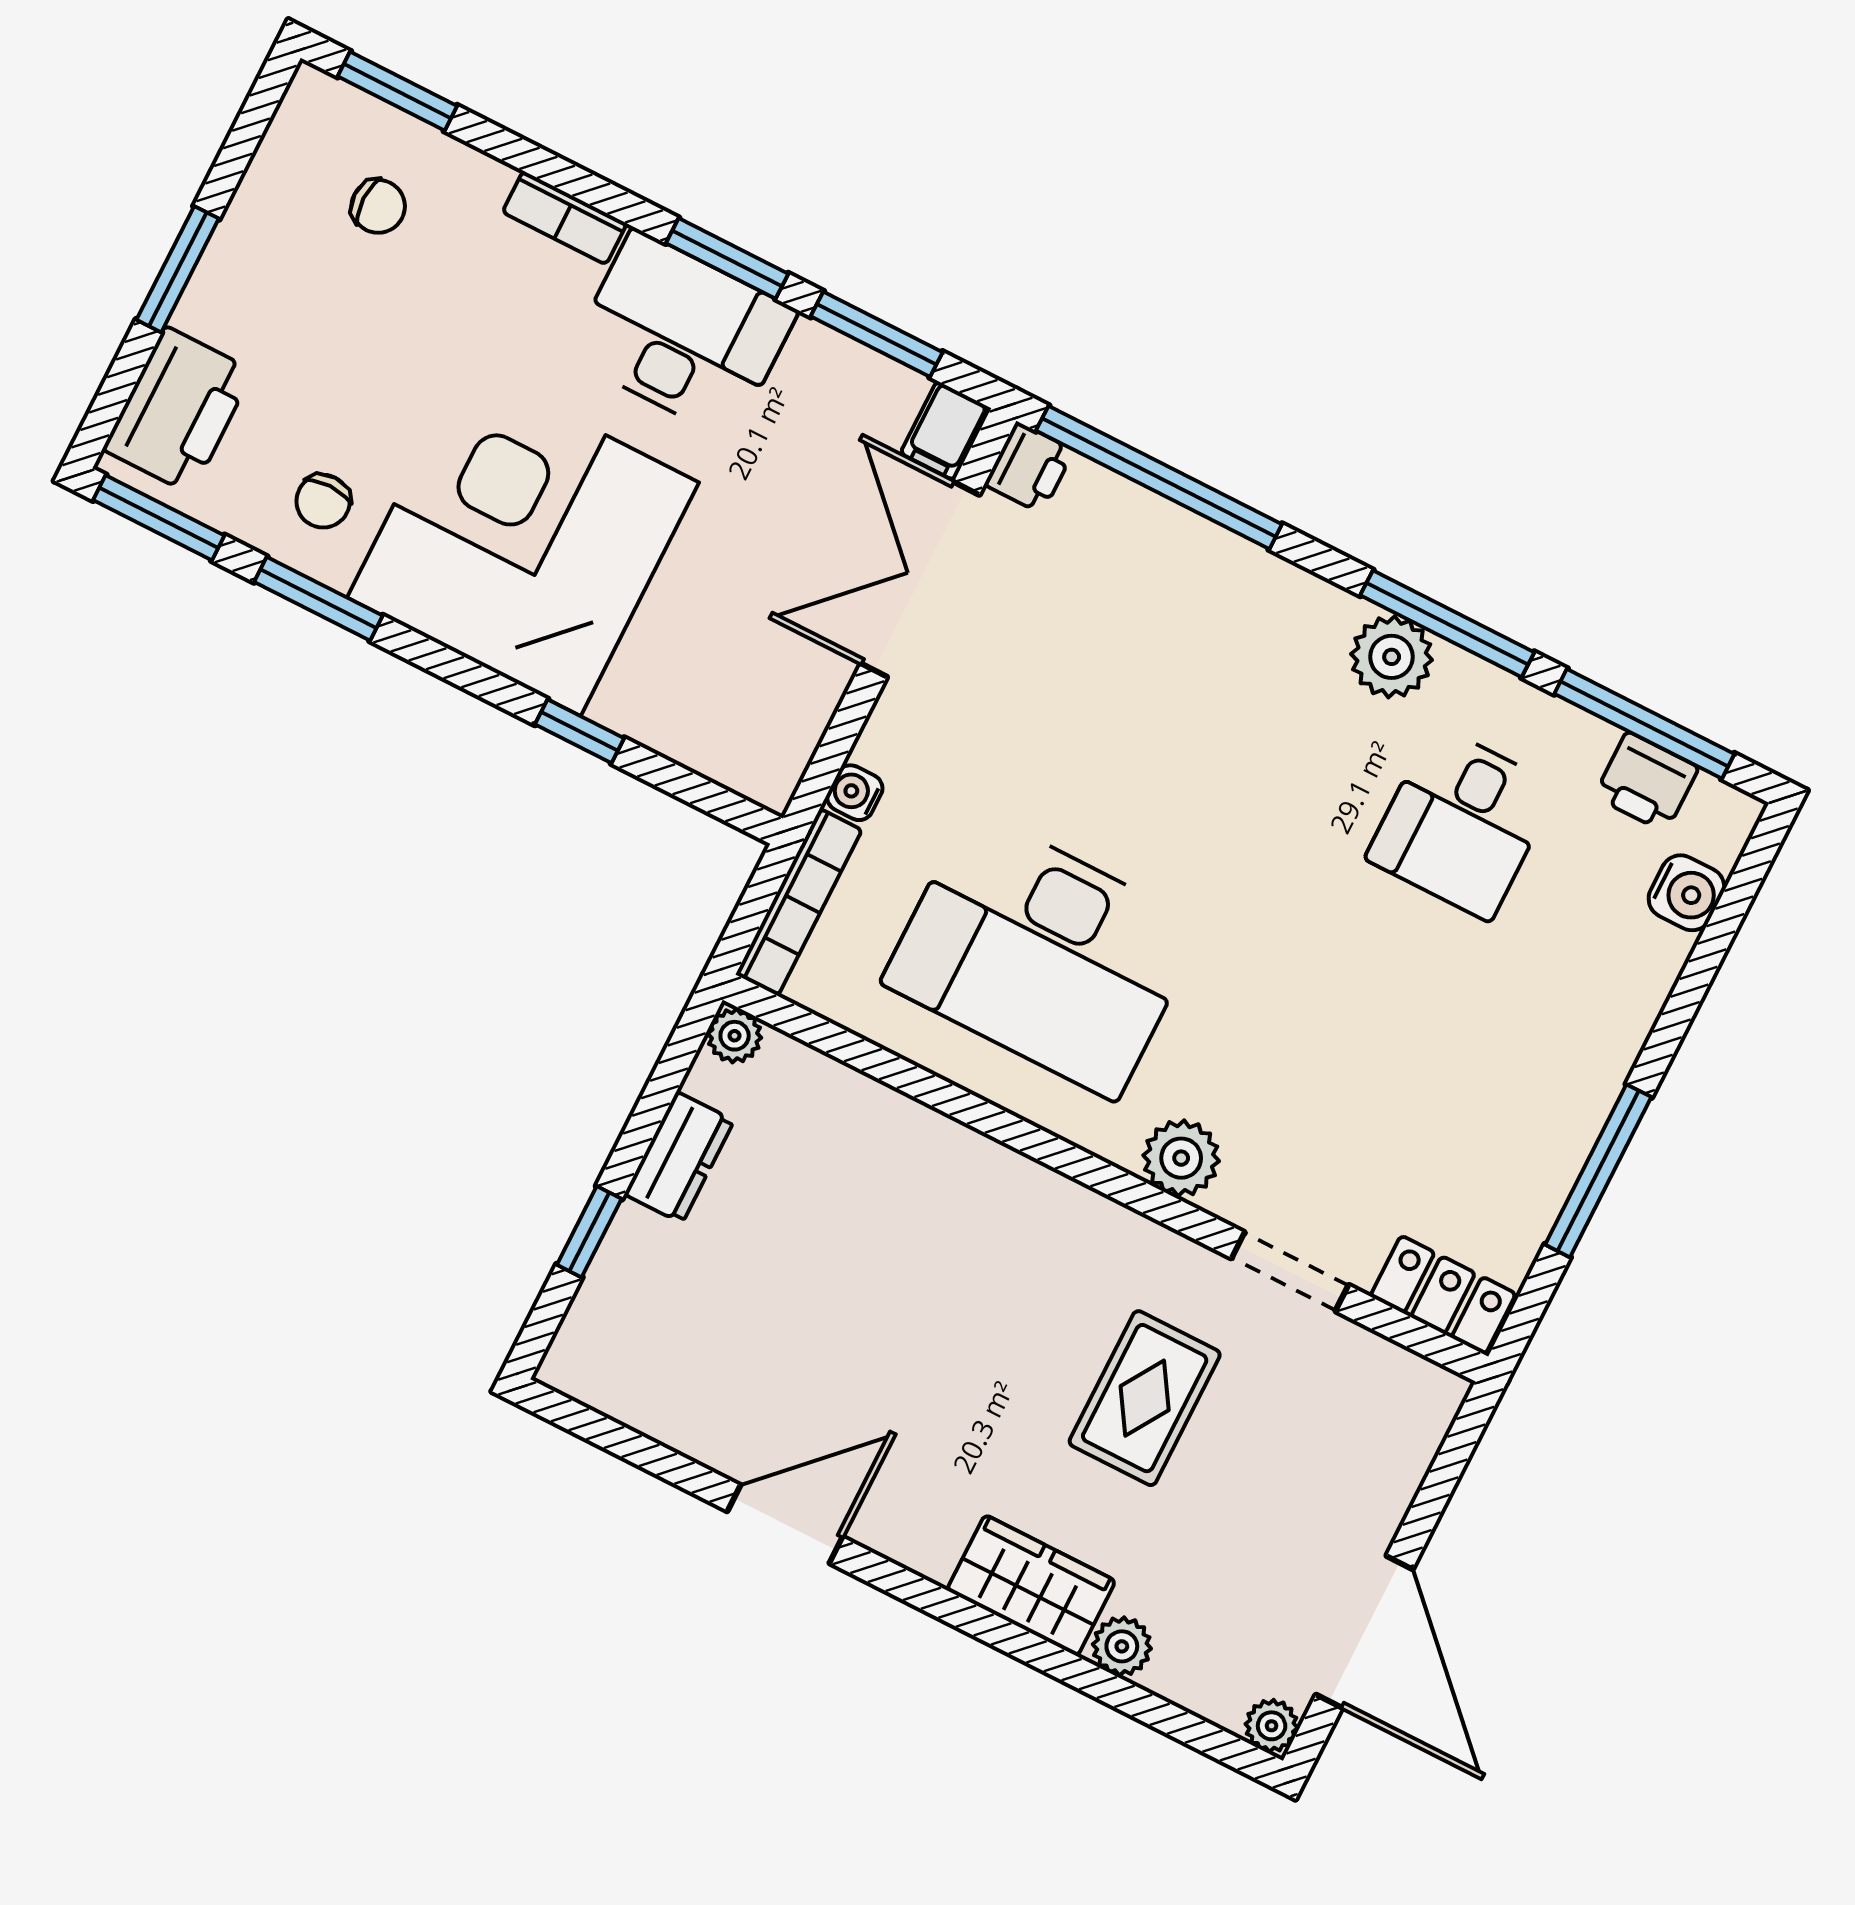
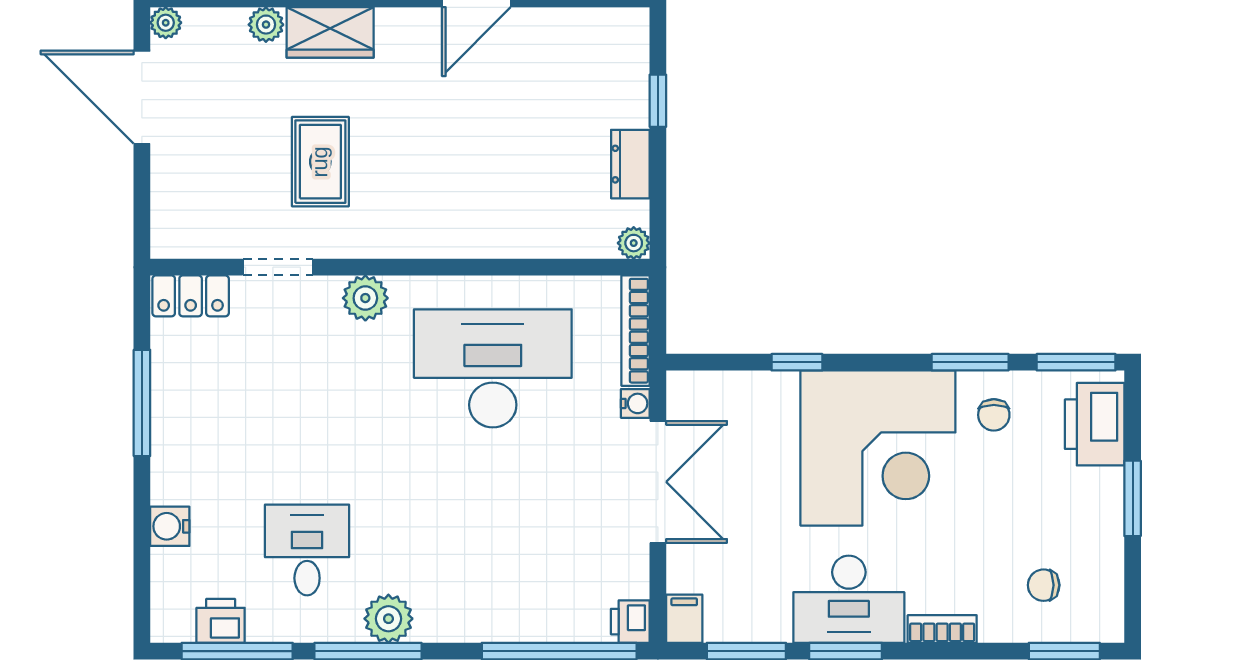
chair: (323, 501) -> (994, 415), turned 180
double door: (920, 579) -> (658, 482), moved
water cooler: (1686, 893) -> (170, 526), moved

